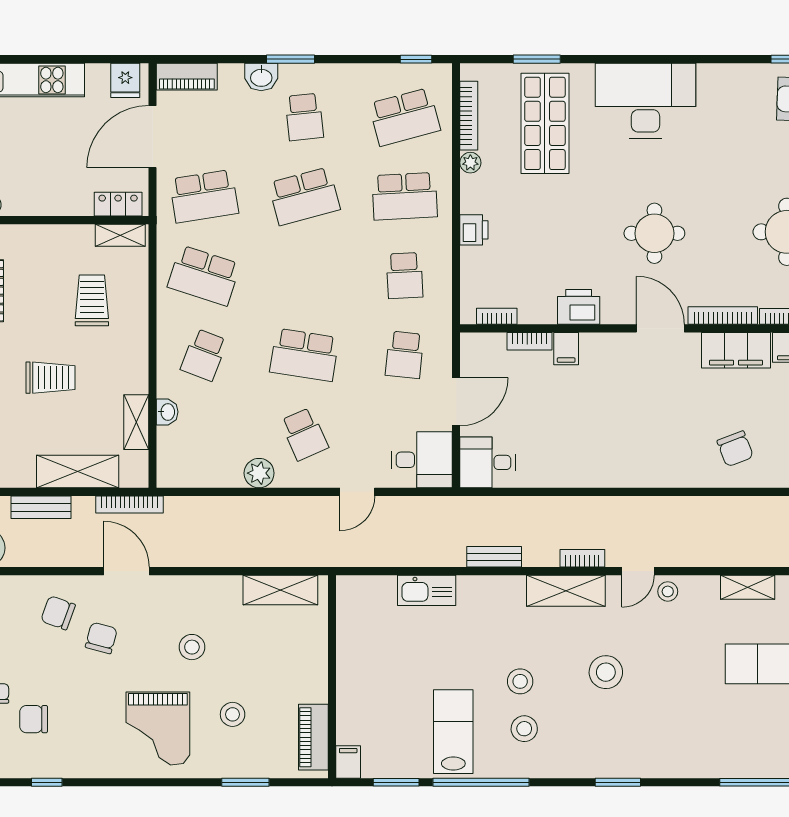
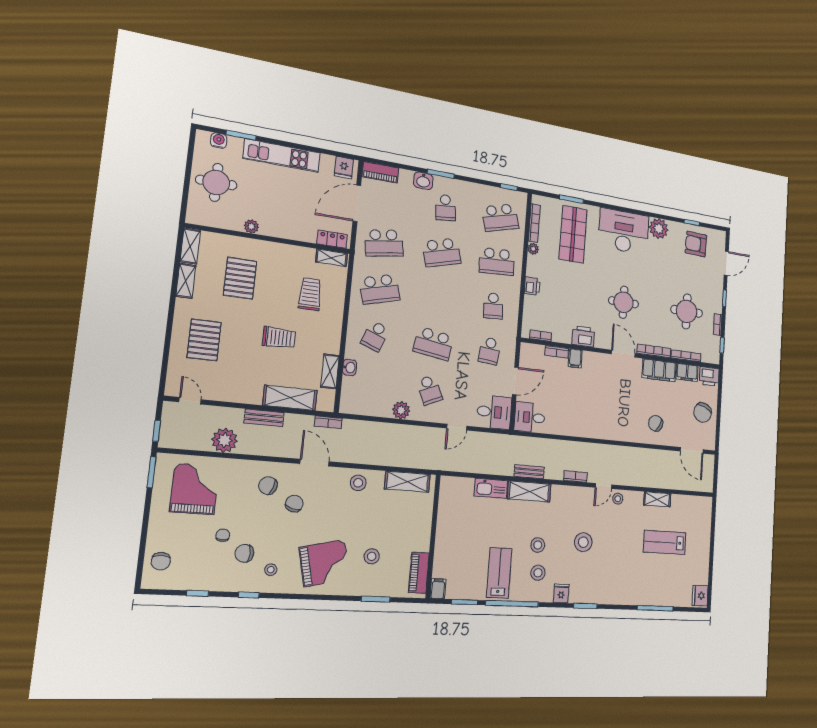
plant: (718, 83) -> (659, 229), added
school desk: (204, 276) -> (380, 289), turned -33
chair: (735, 449) -> (656, 423), turned 138
bookcase: (129, 504) -> (328, 422), width x0.64
shelving: (566, 591) -> (529, 491), moved
stool: (192, 647) -> (358, 483), moved
grand piano: (158, 728) -> (325, 563), turned -103
stool: (76, 742) -> (271, 570), added
fridge: (570, 762) -> (561, 593), added

